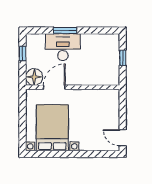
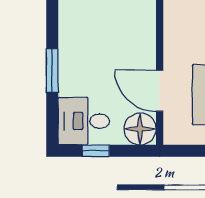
desk: (63, 47) -> (84, 121), moved, width x0.73

